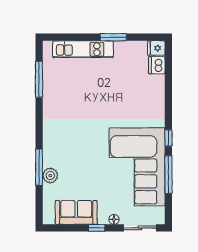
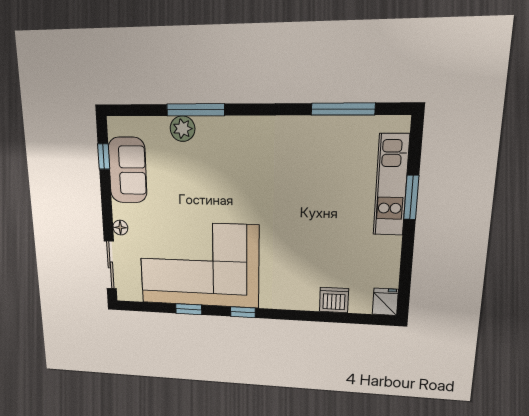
window: (113, 37) -> (411, 197), moved
dishwasher: (157, 65) -> (334, 300), moved
window: (168, 175) -> (189, 309), width x0.46
window: (97, 228) -> (104, 156), moved

